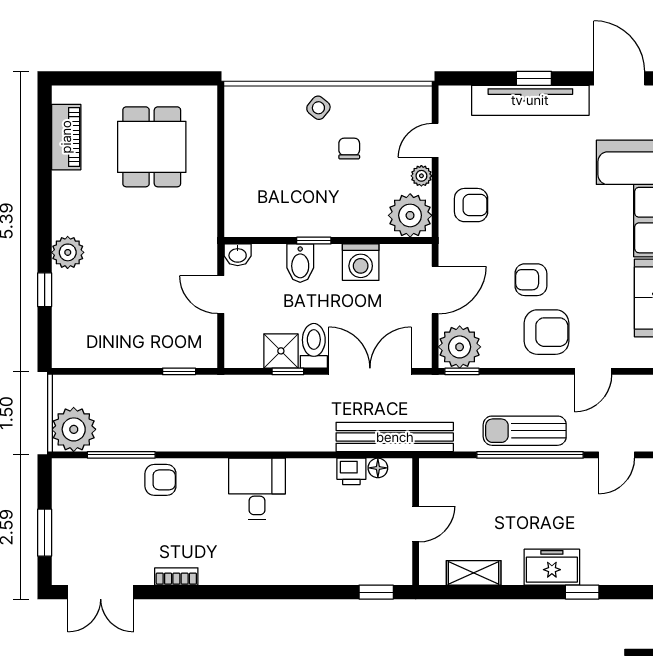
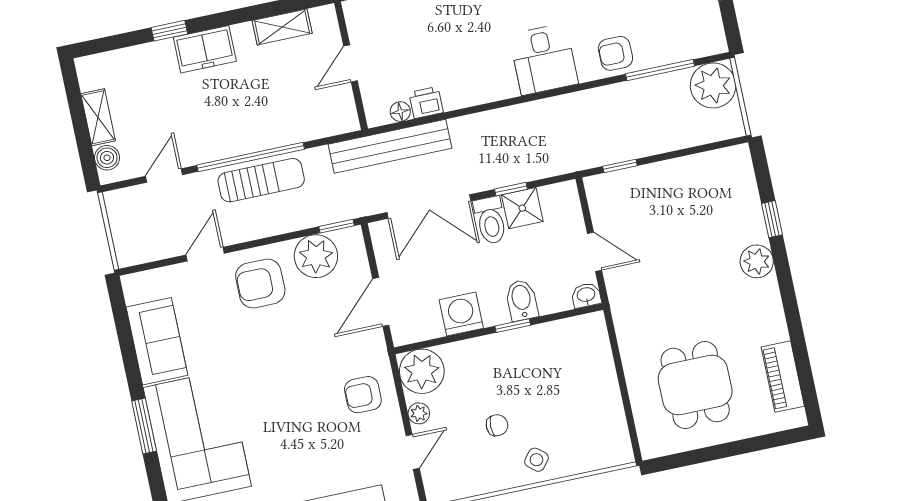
chair: (349, 149) -> (497, 425), turned -90
armchair: (531, 280) -> (287, 333), removed
plant: (460, 347) -> (316, 256), moved
desk: (257, 489) -> (544, 59), moved

